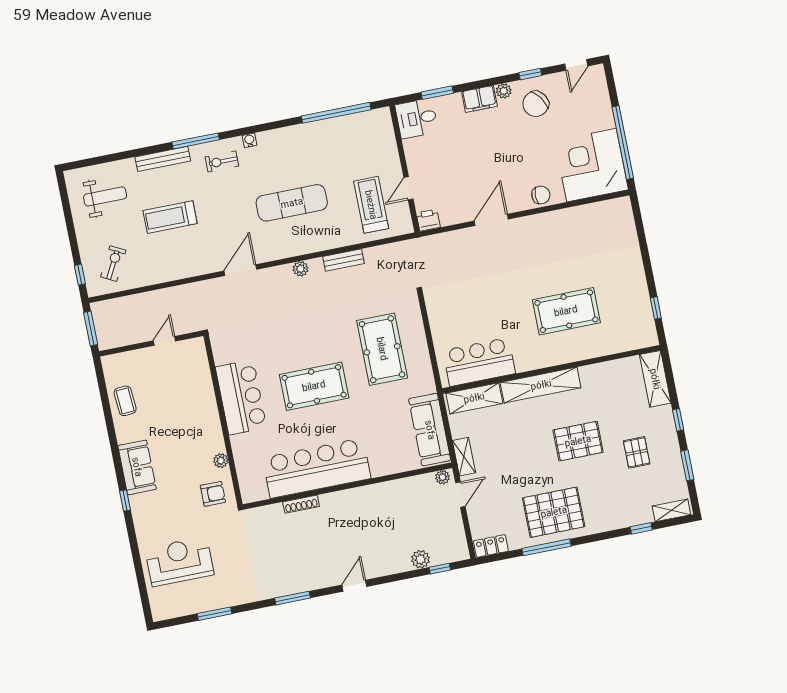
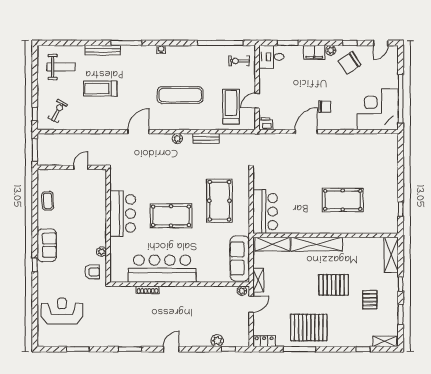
exercise bike: (222, 161) -> (239, 61), moved
chair: (541, 195) -> (325, 107), moved
bar counter: (479, 362) -> (265, 212), moved, turned 90

